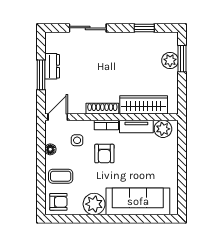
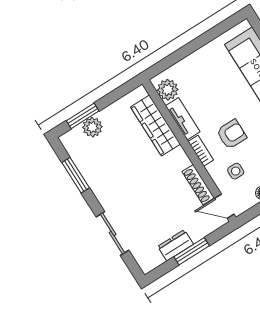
window: (144, 28) -> (76, 175), width x1.50
shoe rack: (102, 109) -> (198, 185), moved

